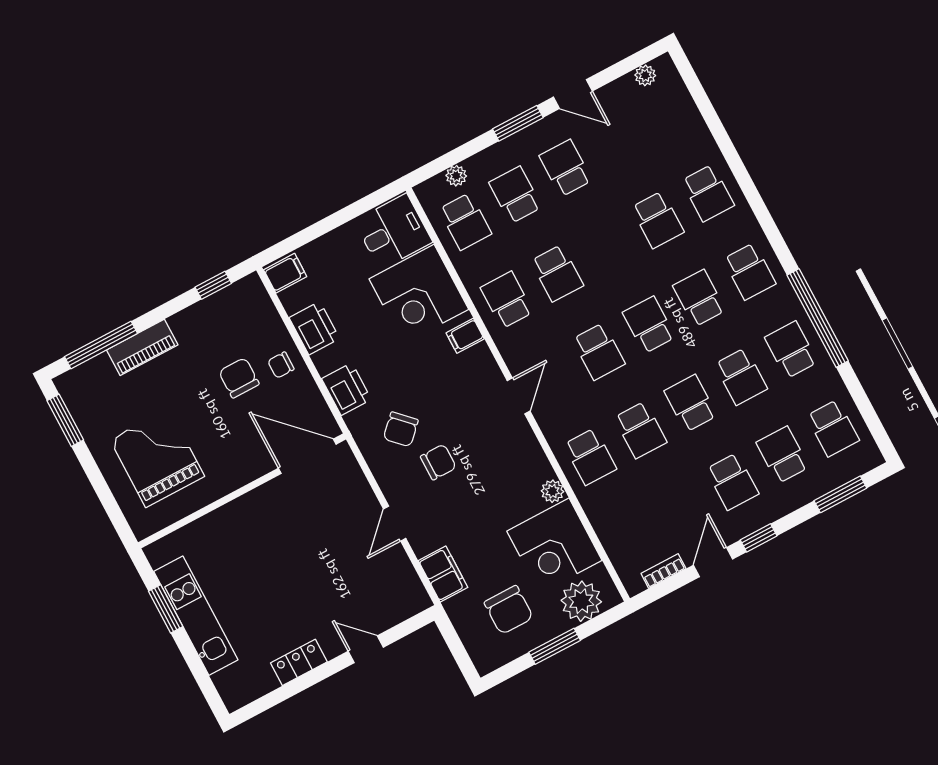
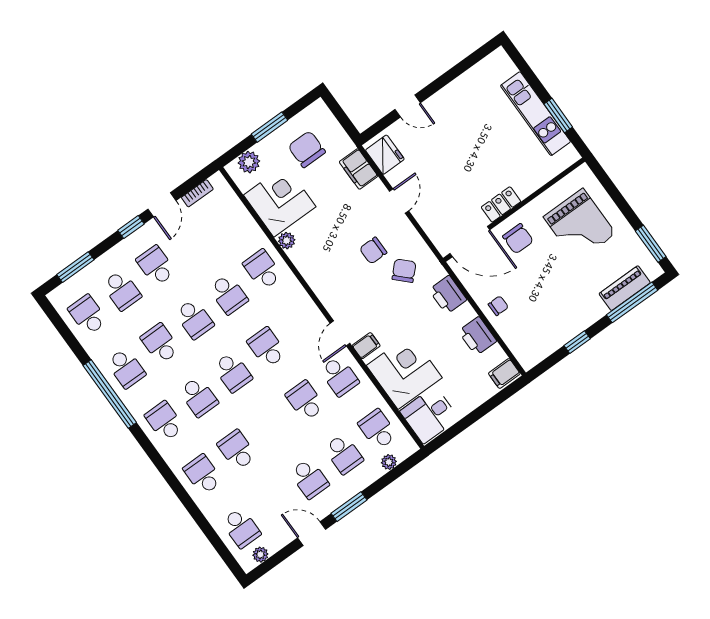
school desk: (666, 115) -> (241, 528), added
window: (213, 285) -> (577, 342), moved
piano: (142, 347) -> (625, 288), moved
chair: (239, 378) -> (518, 239), moved
door: (519, 396) -> (340, 333), moved
school desk: (640, 430) -> (228, 294), turned 180
fridge: (405, 588) -> (385, 155), added
plant: (581, 601) -> (249, 162), width x0.73, depth x0.73
locker: (299, 662) -> (501, 204), moved, turned 180

